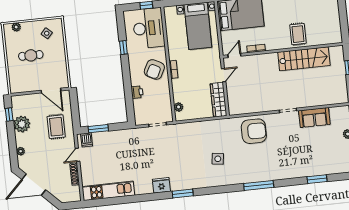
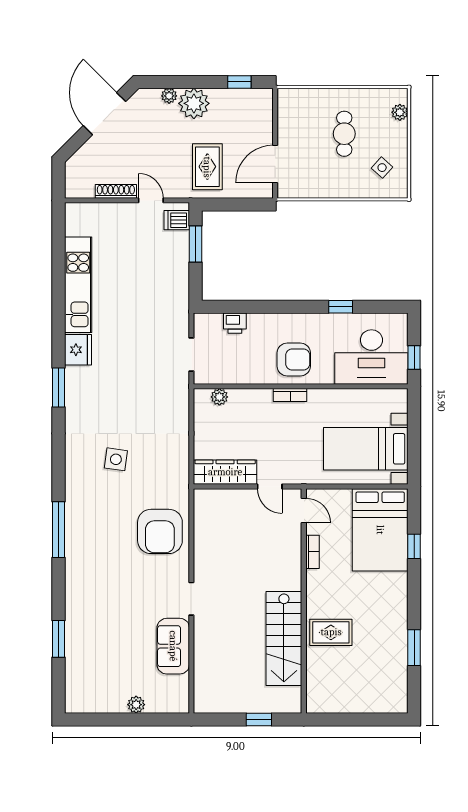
armchair: (154, 69) -> (294, 360), turned 153
printer: (137, 92) -> (235, 323), moved
plant: (22, 124) -> (194, 103), moved
rug: (56, 127) -> (207, 167), turned 90
kitchen unit: (108, 191) -> (78, 285), moved

